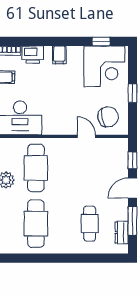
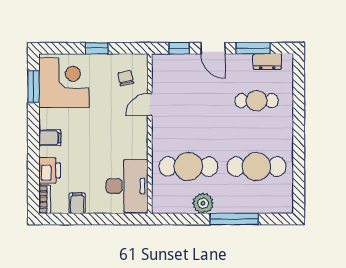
window: (101, 41) -> (33, 87), width x1.50
chair: (108, 117) -> (126, 78), width x0.54, depth x0.54

